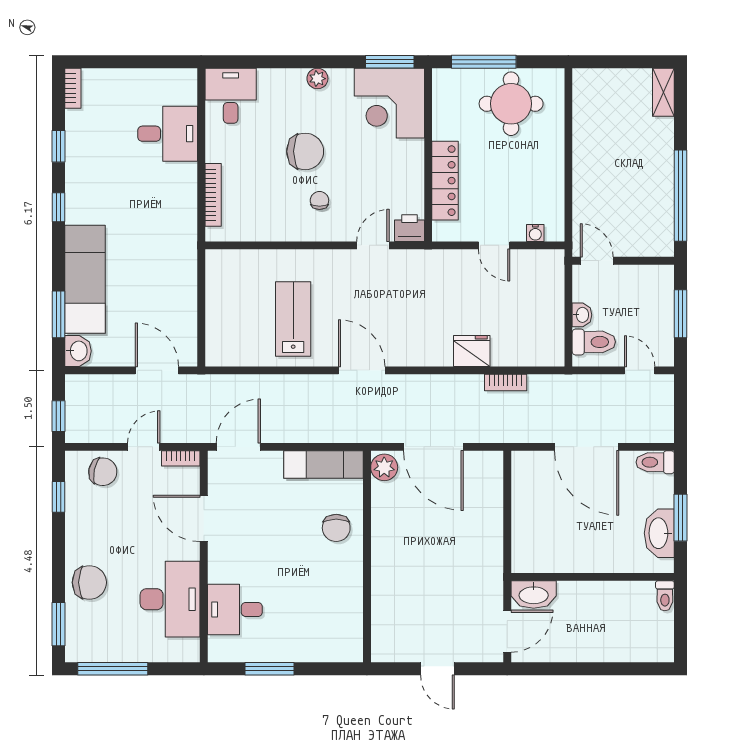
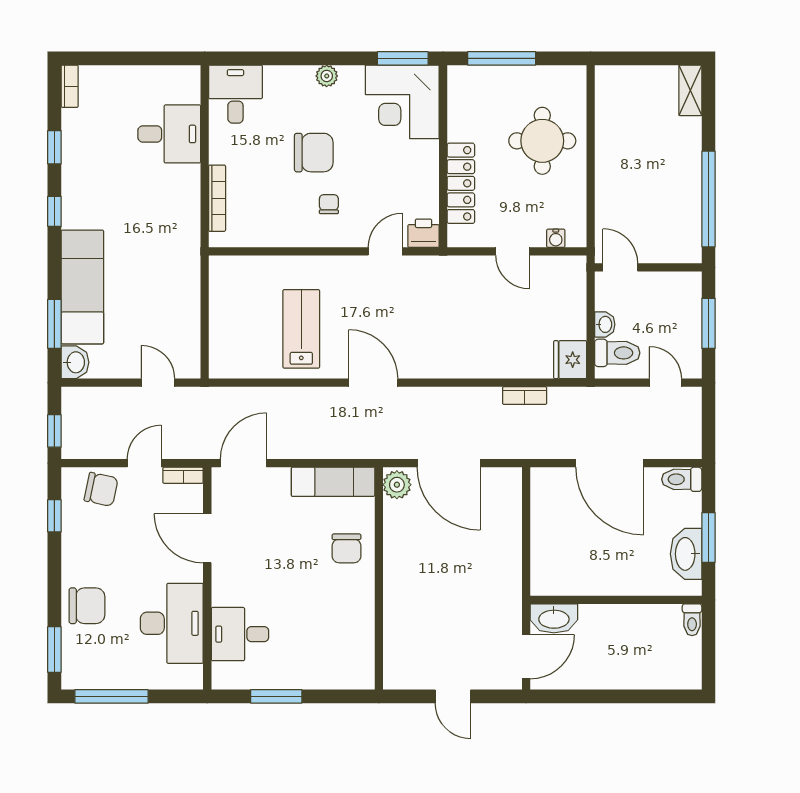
round table: (511, 104) -> (542, 141), moved
fridge: (472, 351) -> (570, 360), moved, turned -90
door: (157, 370) -> (158, 383), width x0.73

